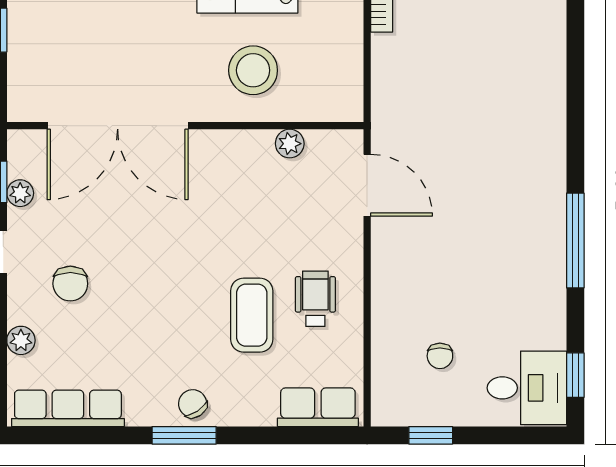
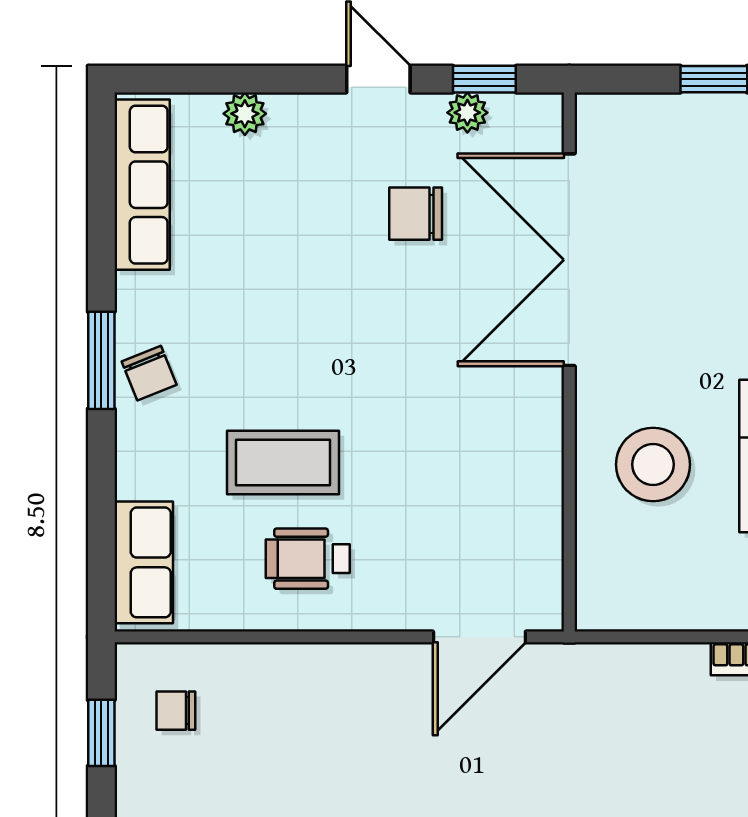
plant: (290, 144) -> (542, 520), removed
chair: (70, 284) -> (416, 214), moved
wheelchair: (315, 299) -> (308, 559), turned 180
chair: (440, 356) -> (176, 711), moved
chair: (193, 404) -> (149, 373), turned 102

